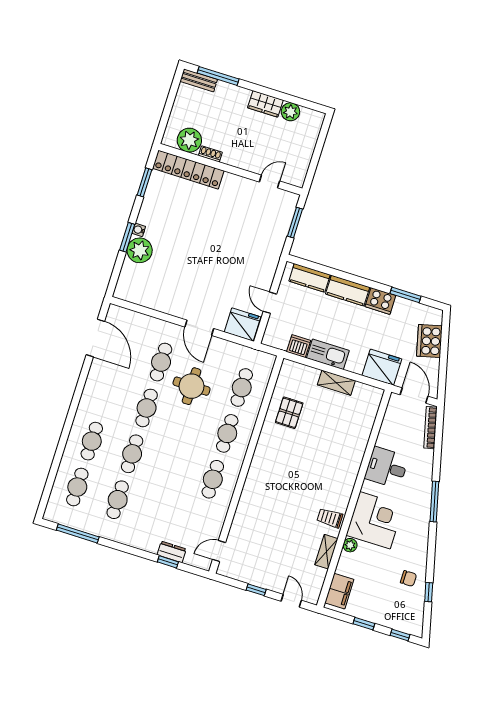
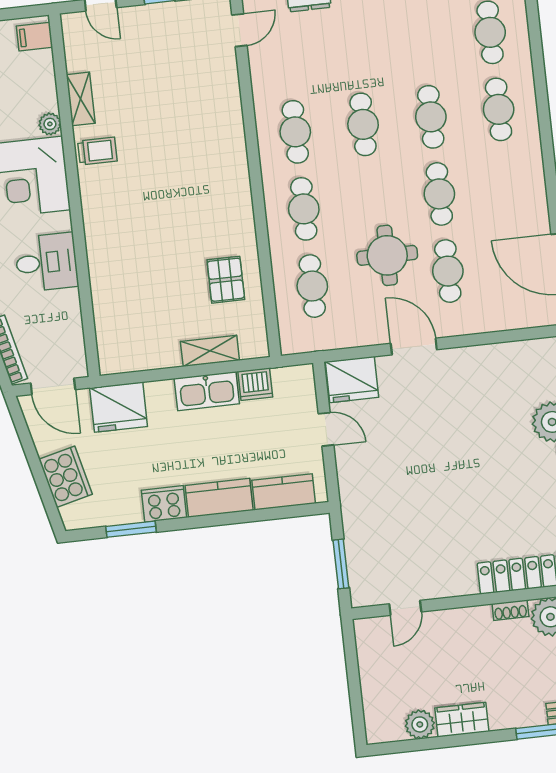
shelving: (336, 383) -> (210, 351), moved
cafe table: (118, 500) -> (363, 124), moved
filing cabinet: (339, 591) -> (34, 37), width x0.50

